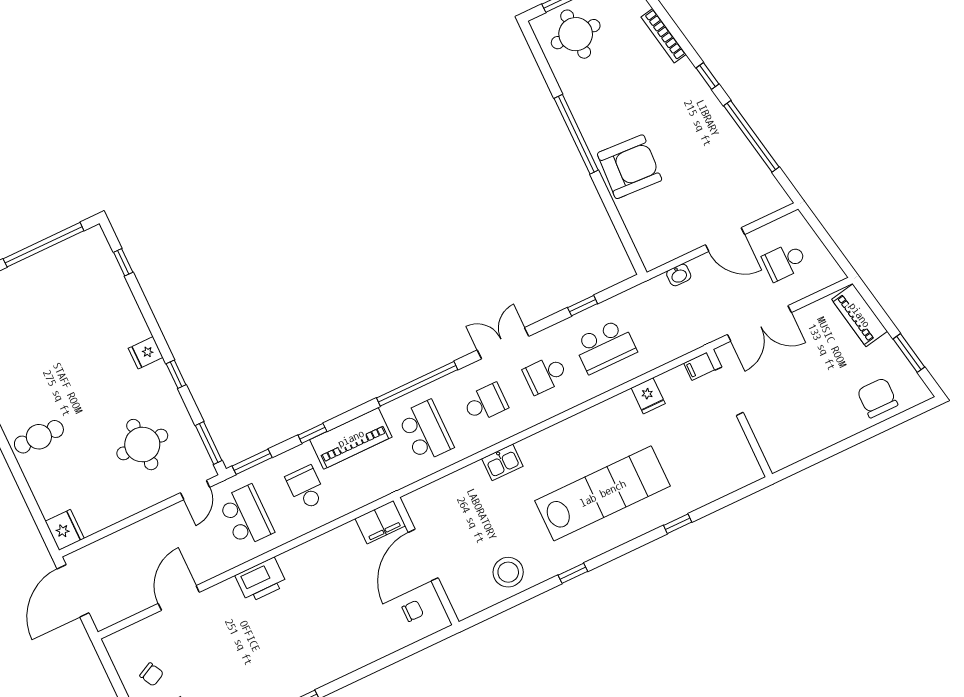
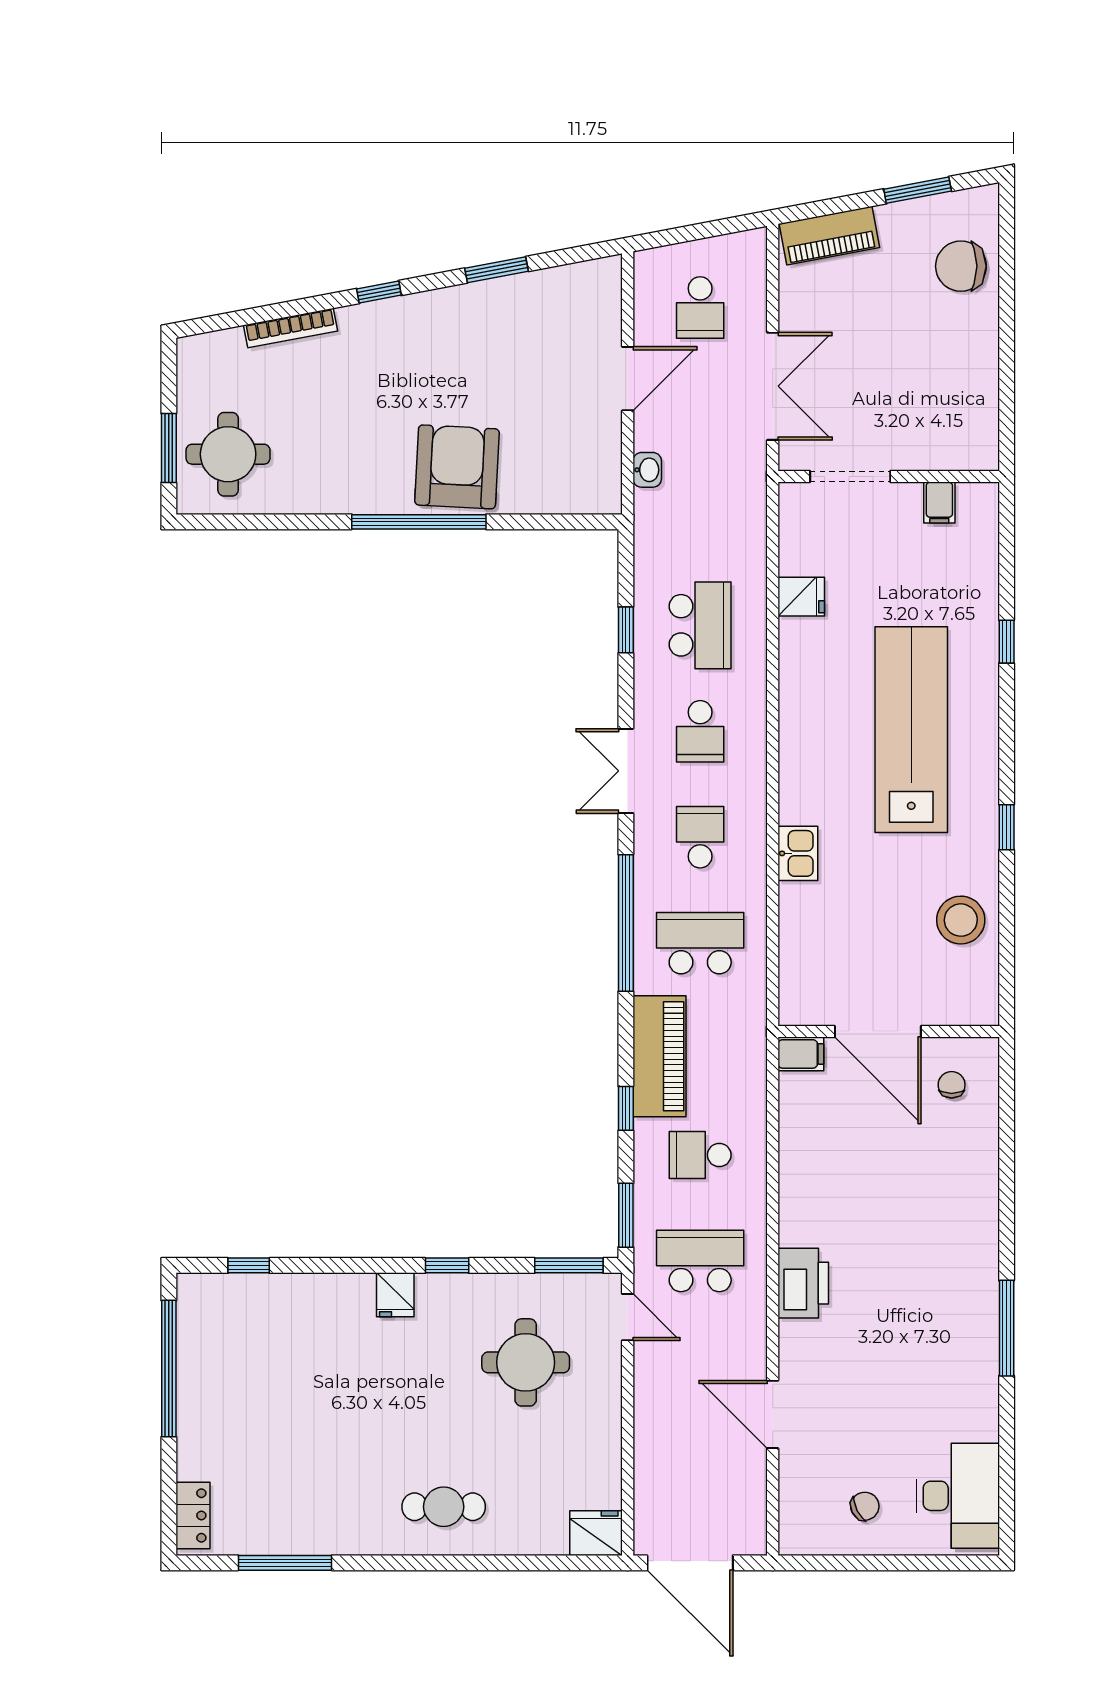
window: (576, 134) -> (419, 522), moved
window: (751, 136) -> (496, 270), width x0.47
filing cabinet: (699, 366) -> (939, 503), moved
cafe table: (39, 437) -> (444, 1507), turned 90
filing cabinet: (380, 522) -> (801, 1054), width x0.50

